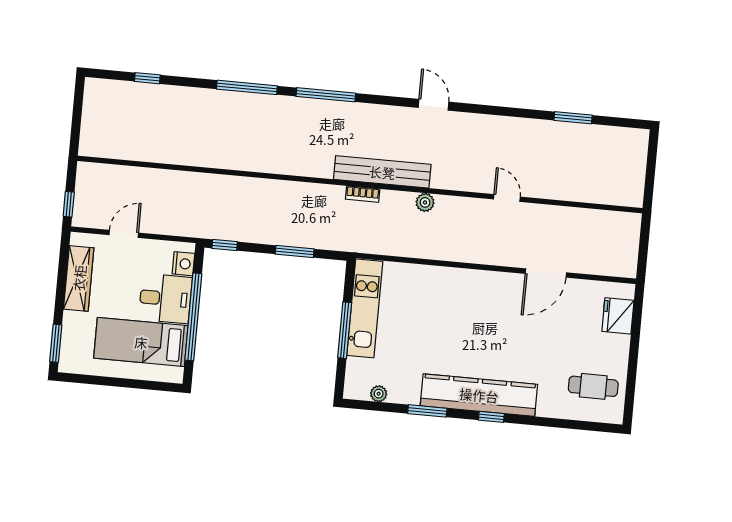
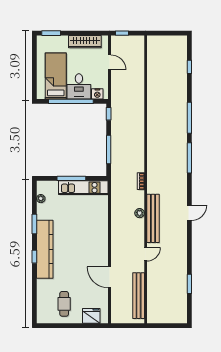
bench: (382, 172) -> (153, 218), moved
bench: (587, 219) -> (139, 296), added
window: (295, 251) -> (109, 149), width x1.44
cafe table: (593, 386) -> (64, 304), moved

